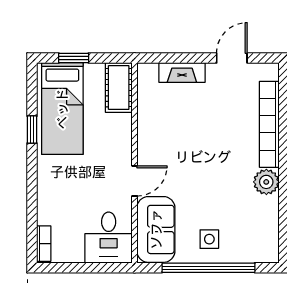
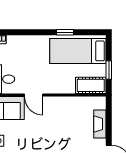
window: (74, 58) -> (109, 70), moved

